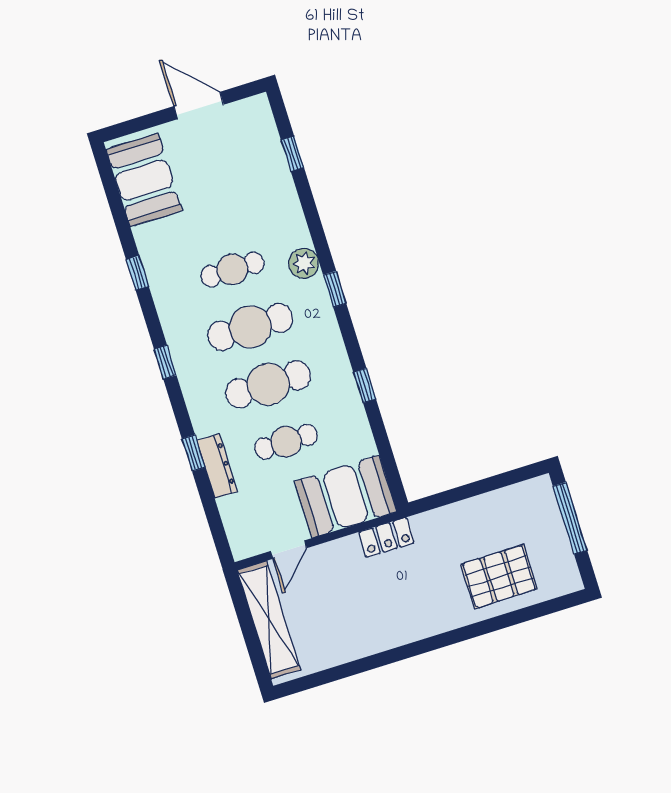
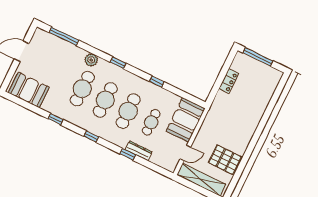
window: (293, 154) -> (64, 36), width x2.17
plant: (304, 263) -> (91, 60), moved
cafe table: (232, 269) -> (82, 89), width x1.37, depth x1.35
locker: (387, 537) -> (229, 81), moved
door: (289, 550) -> (185, 153), hinge flipped
pallet: (499, 577) -> (225, 160), moved, turned 90

